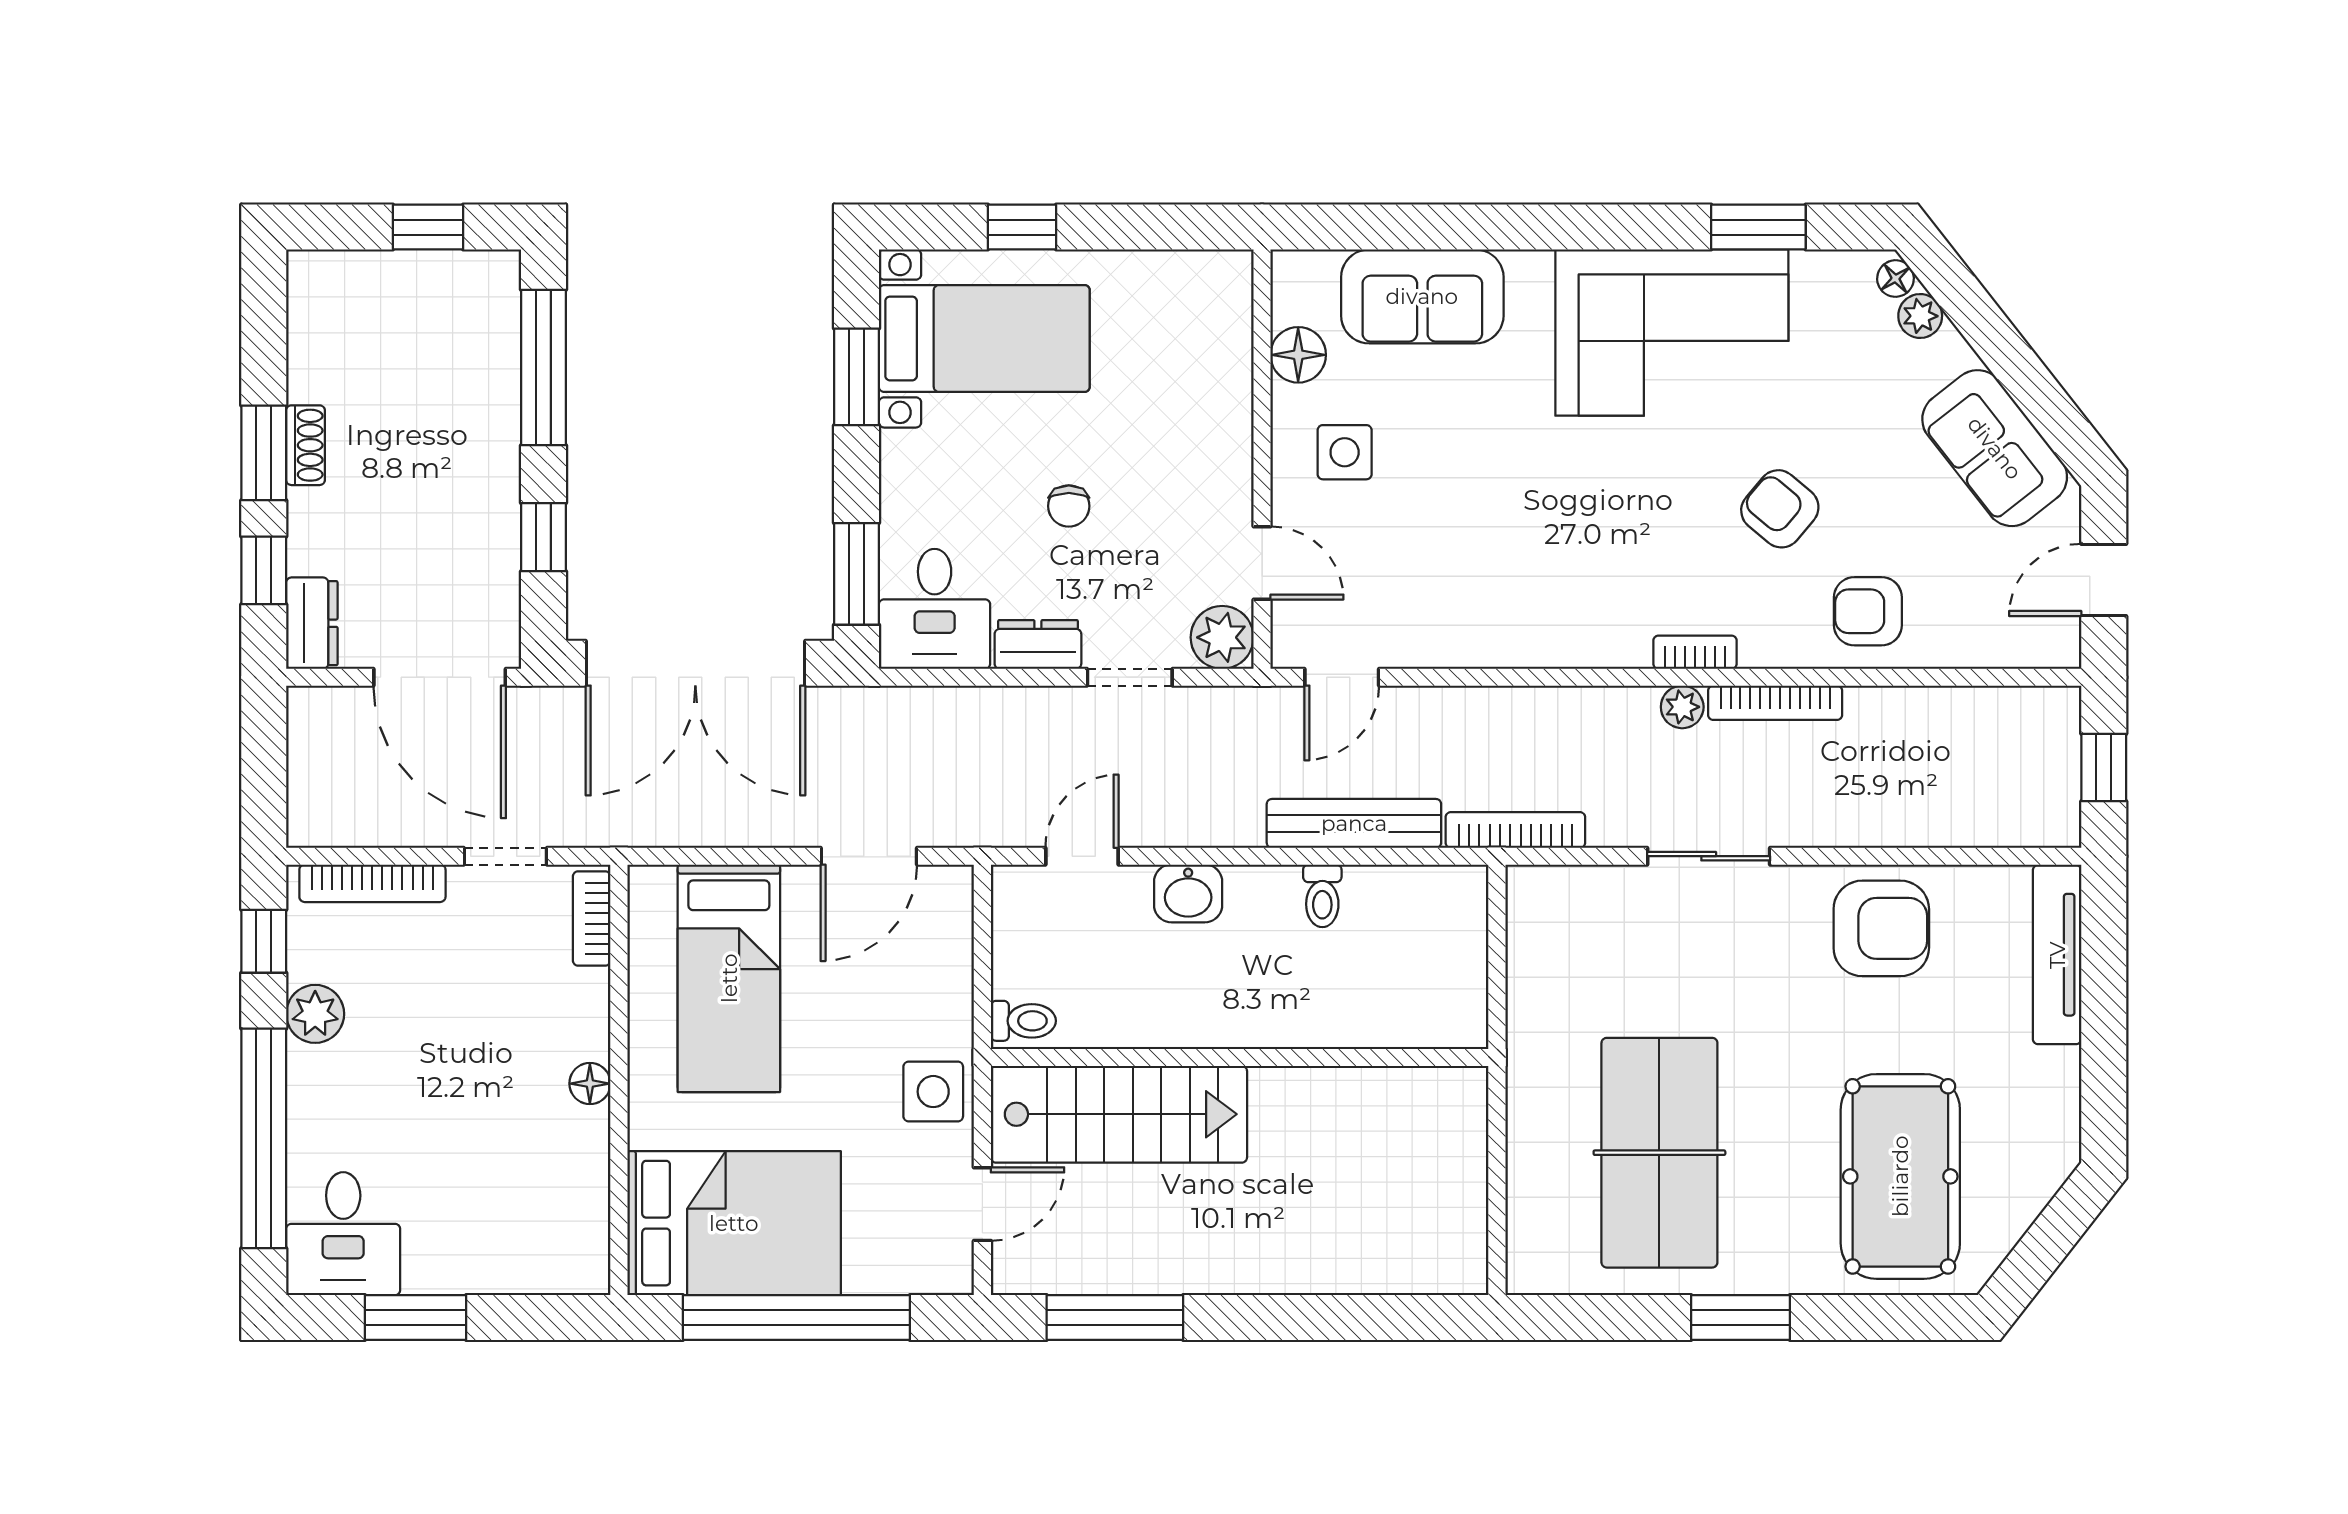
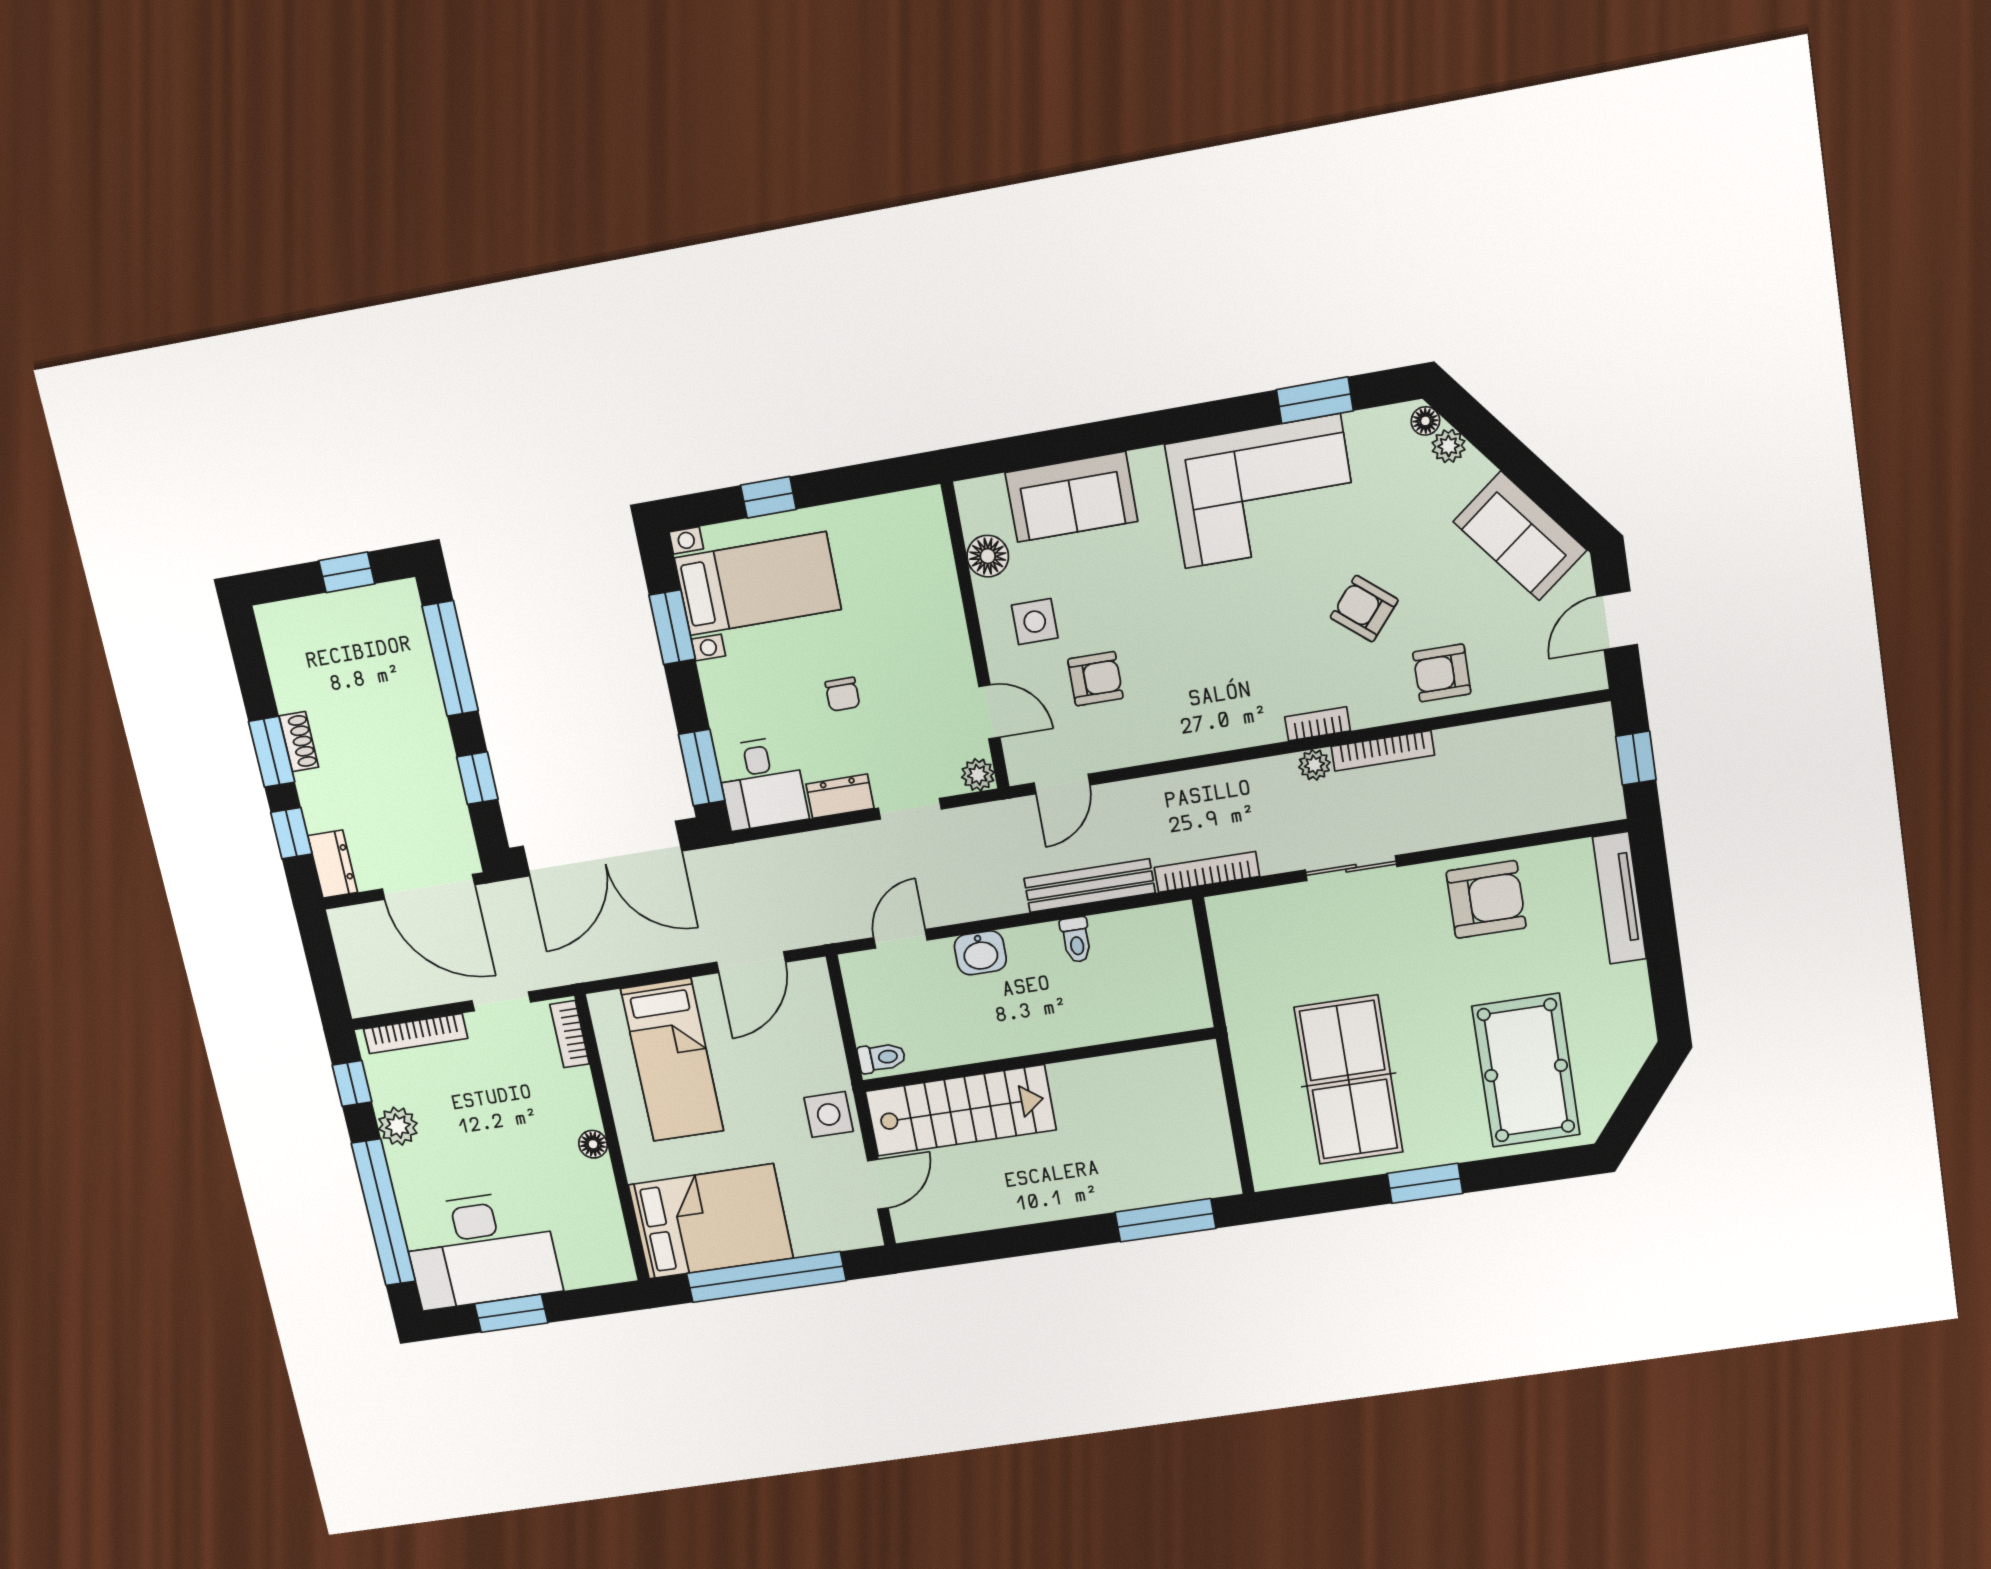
armchair: (1412, 542) -> (1095, 679), added
plant: (1222, 637) -> (978, 775), width x0.73, depth x0.73
desk: (343, 1234) -> (481, 1250), width x1.87, depth x1.30
window: (1115, 1318) -> (1165, 1220), moved

